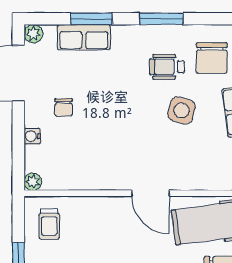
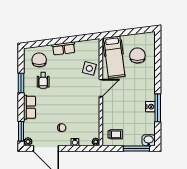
window: (91, 19) -> (21, 131), moved
row of seats: (84, 37) -> (30, 107), moved
chair: (212, 58) -> (39, 60), turned -90
side table: (181, 110) -> (89, 68), moved

